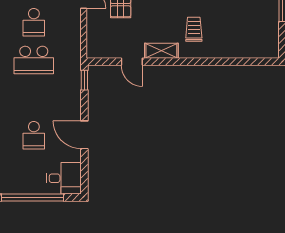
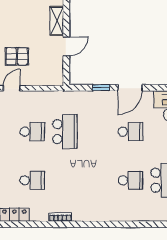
window: (84, 80) -> (101, 88), moved

